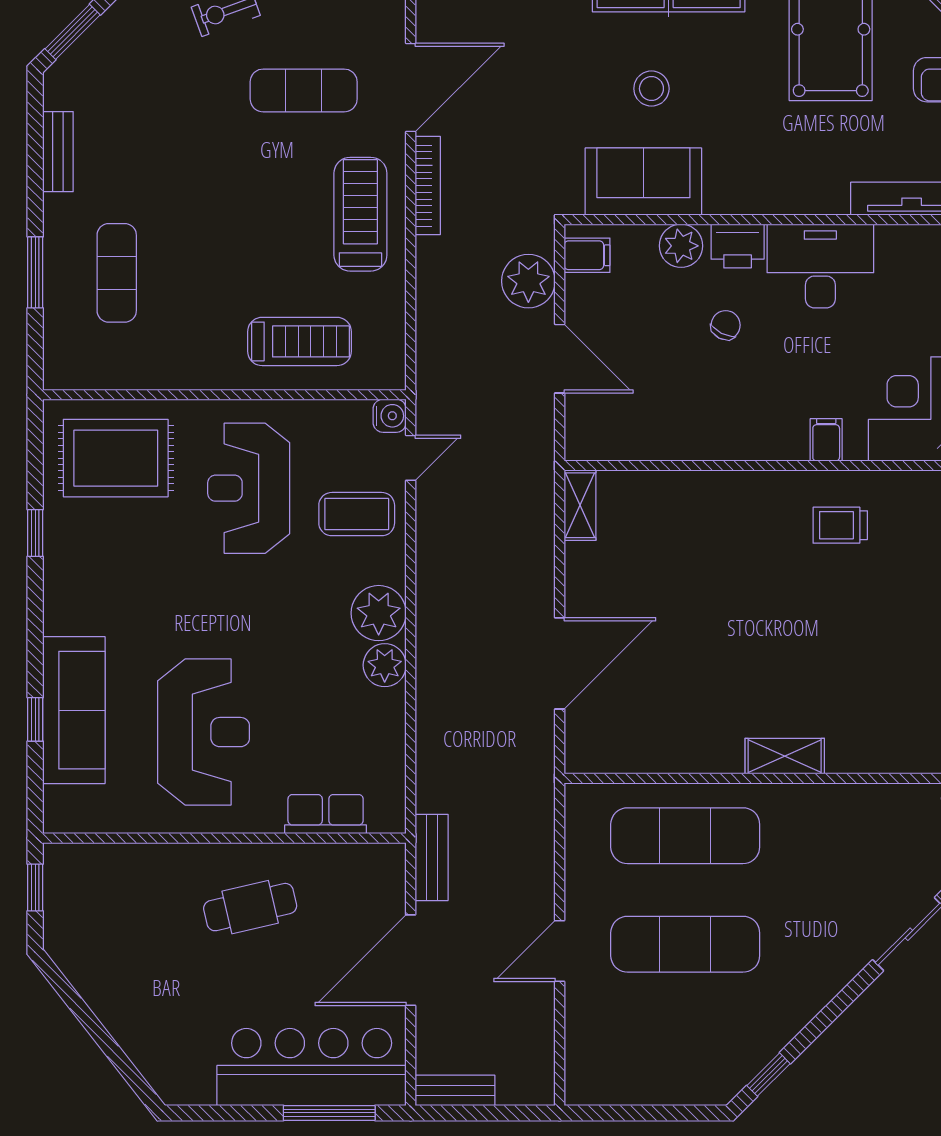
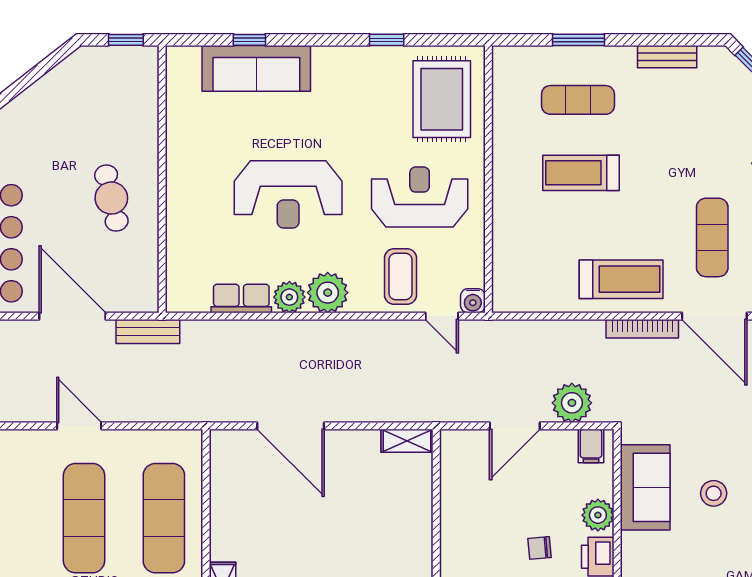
chair: (726, 325) -> (540, 548), turned 148
treadmill: (299, 341) -> (581, 173), moved, turned 90
reception desk: (204, 732) -> (288, 194), moved
row of seats: (326, 814) -> (241, 299), moved, turned -90

